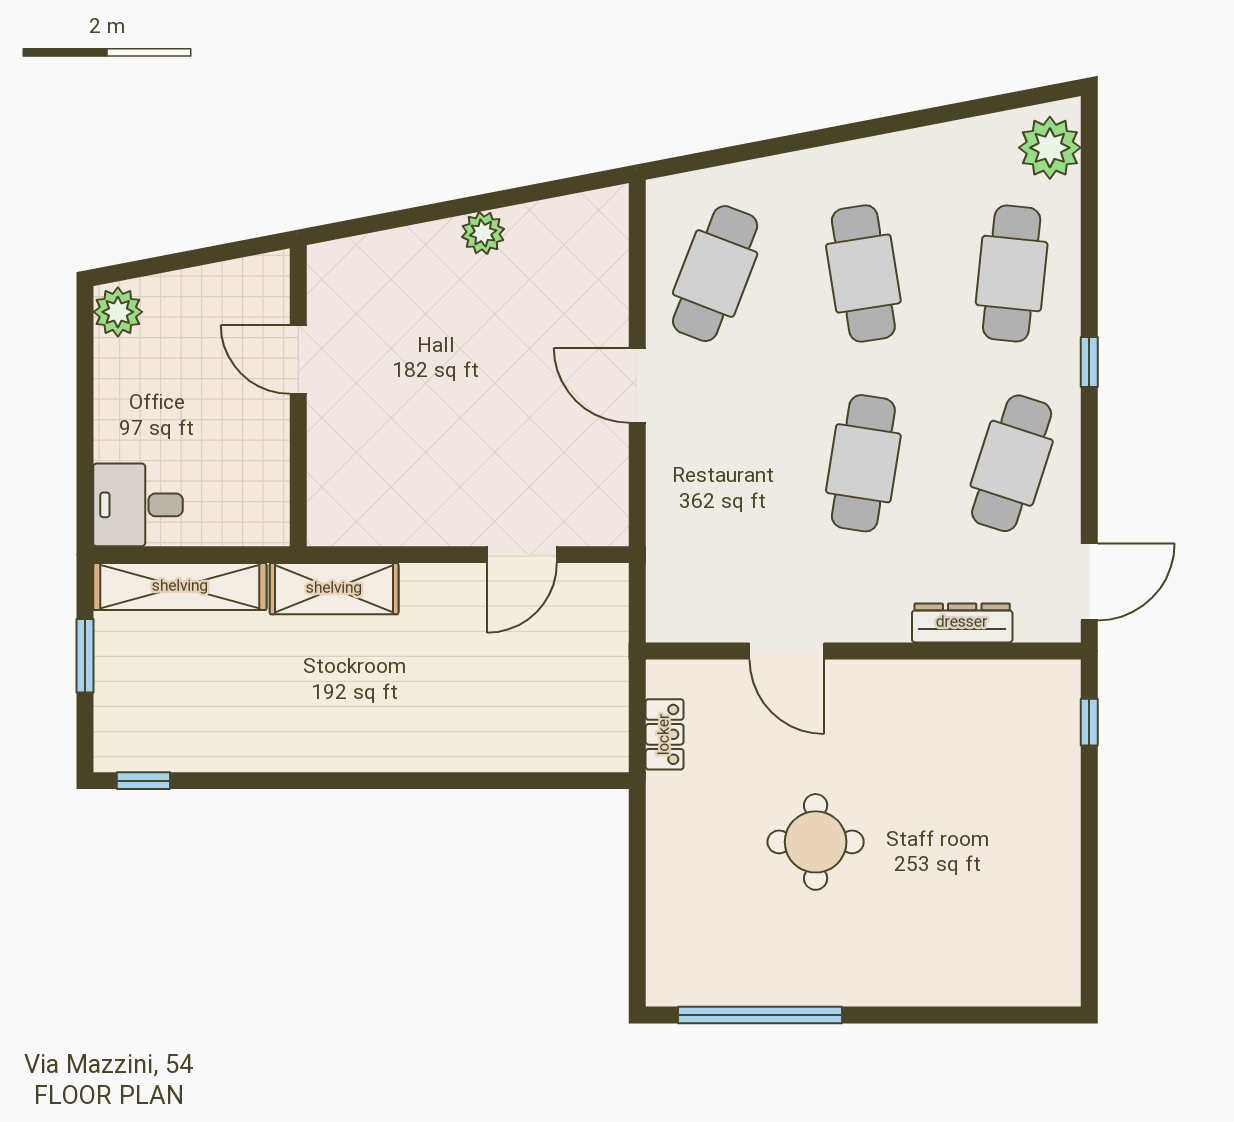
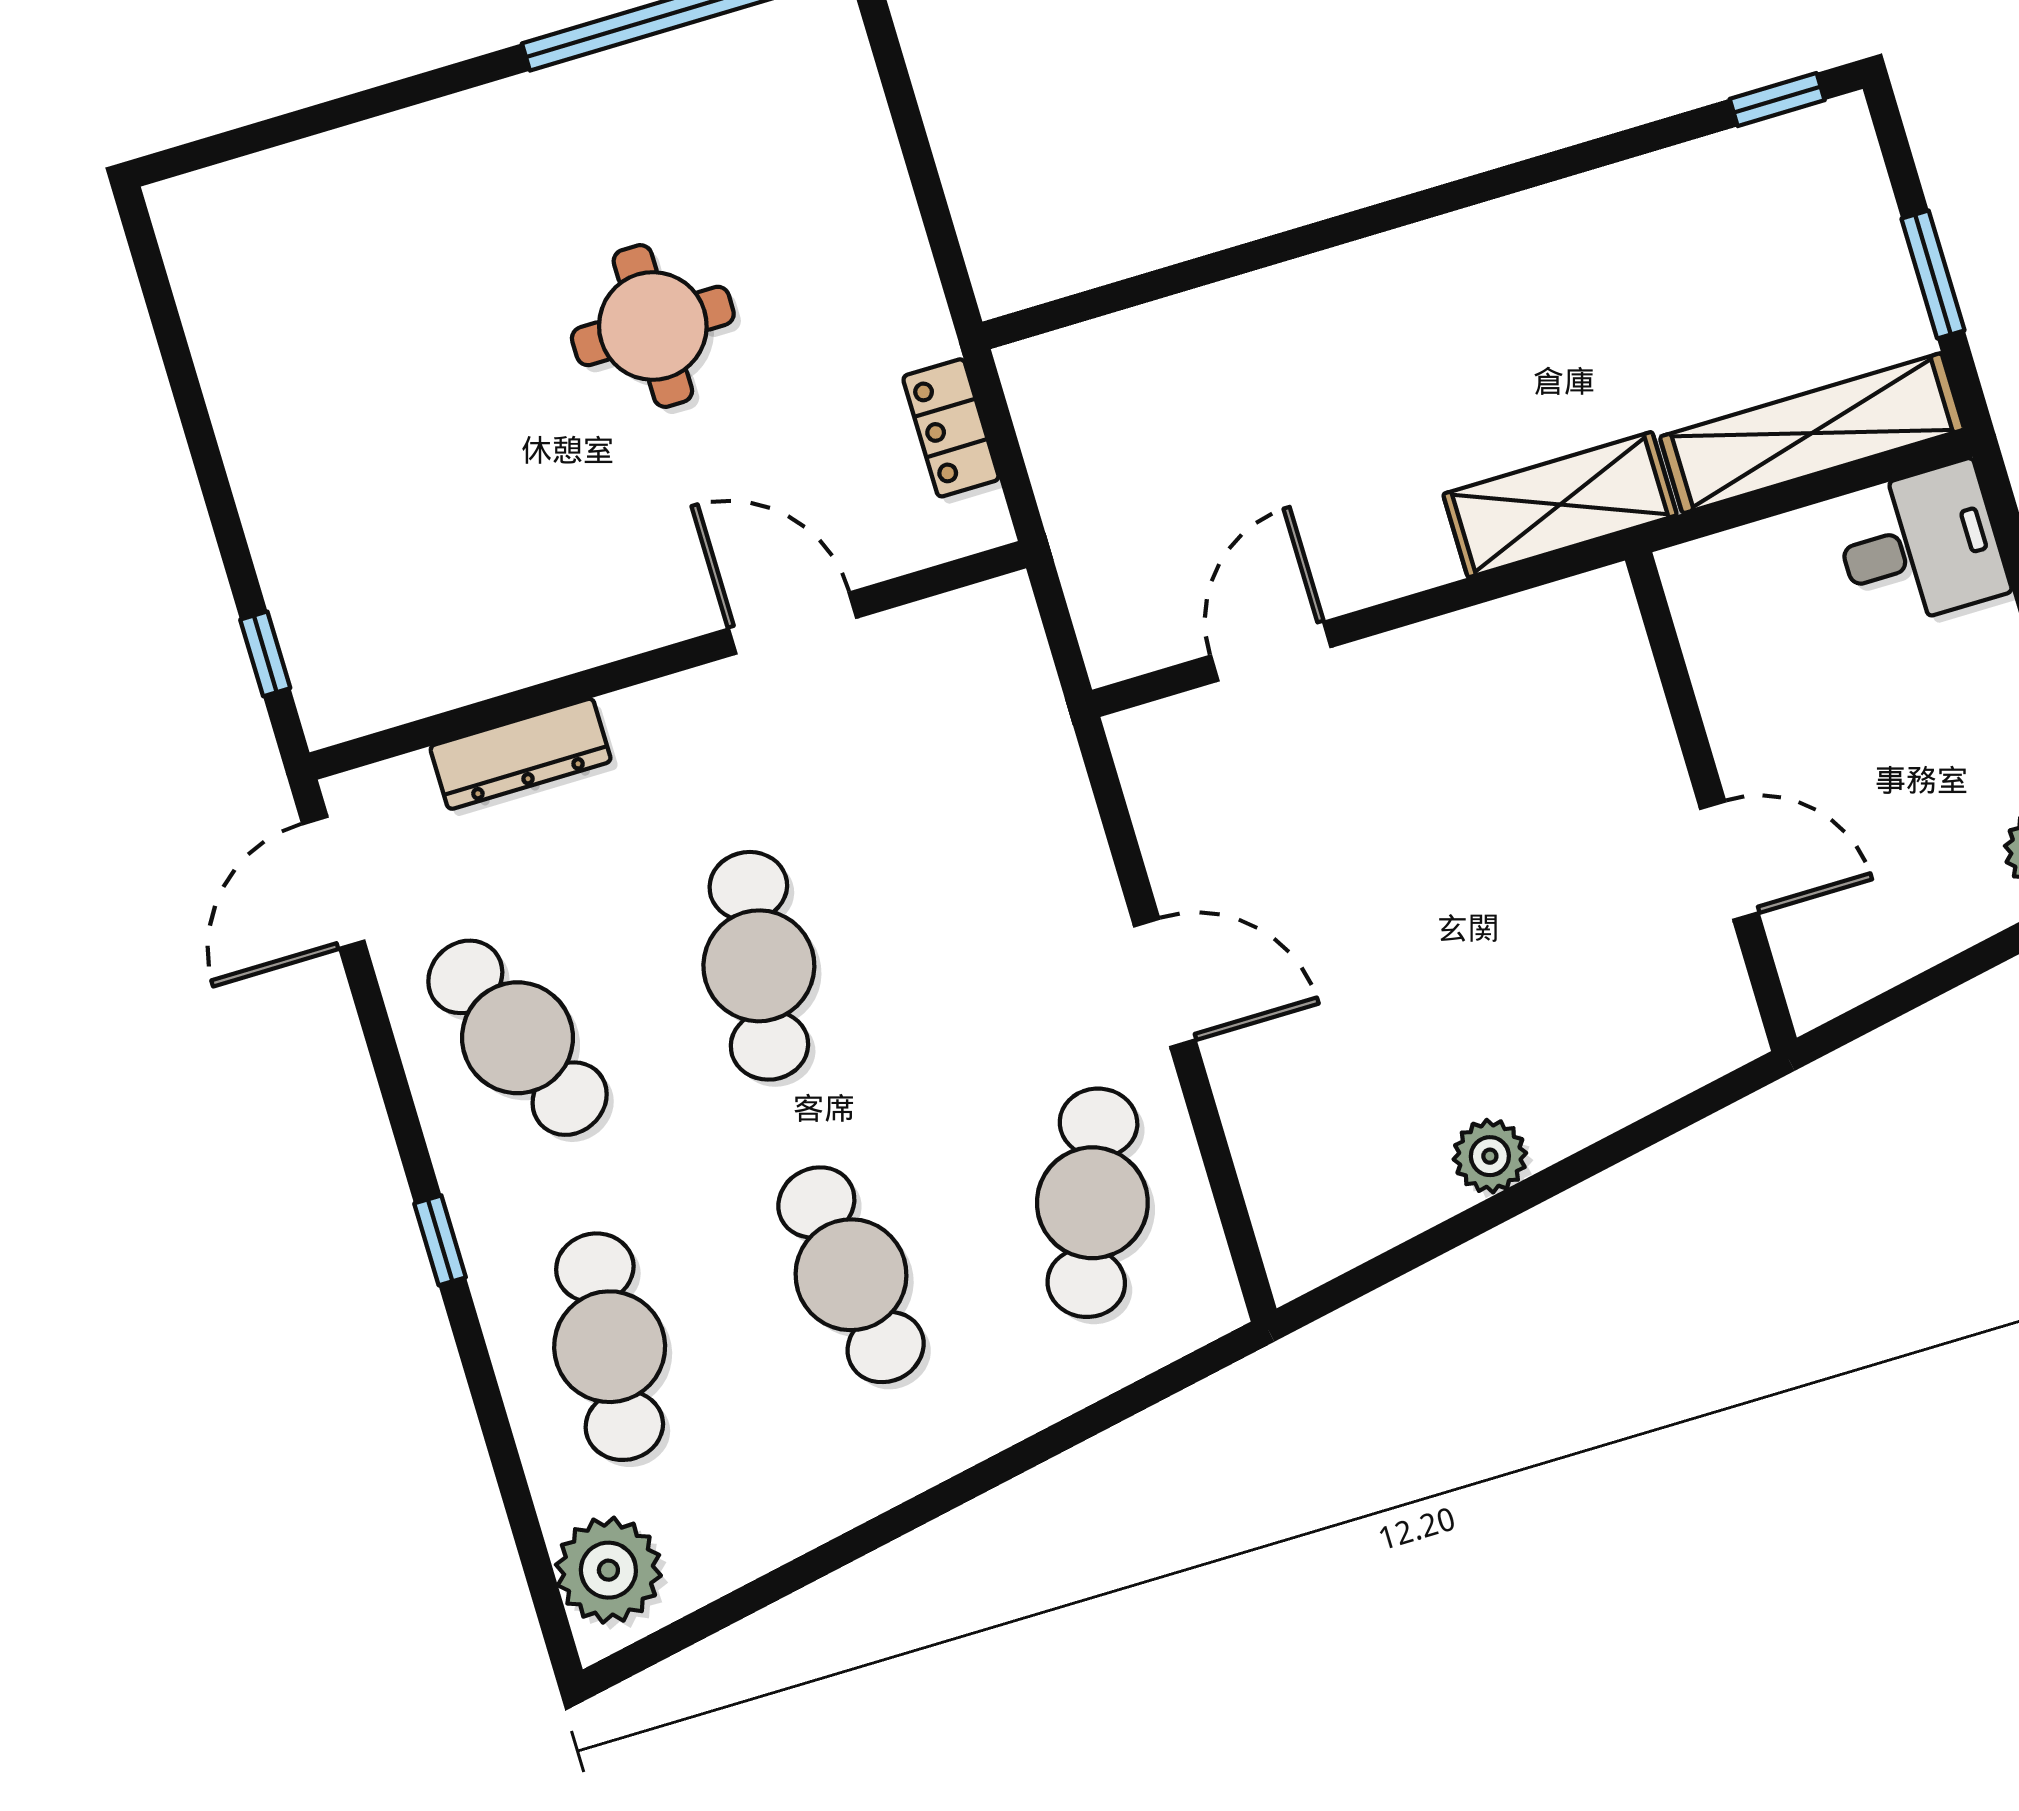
cafe table: (1012, 463) -> (517, 1038), turned -42

